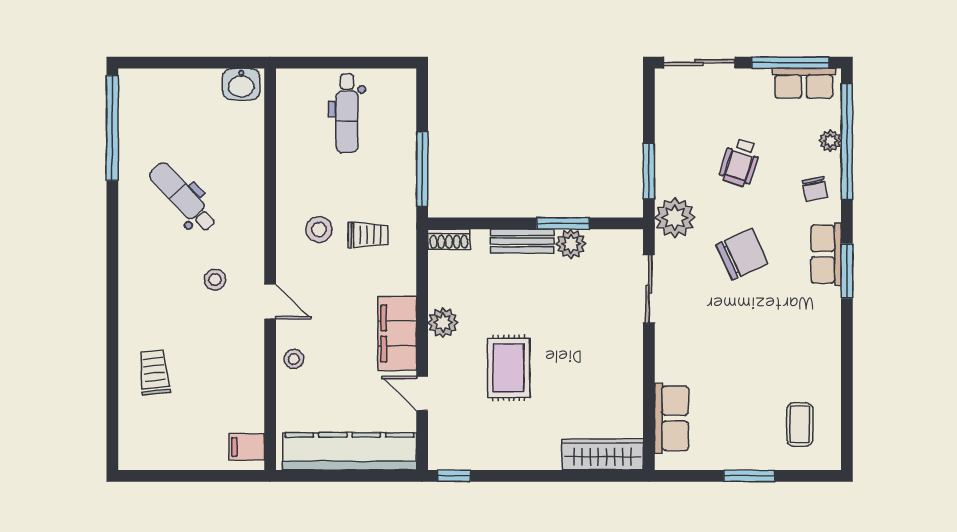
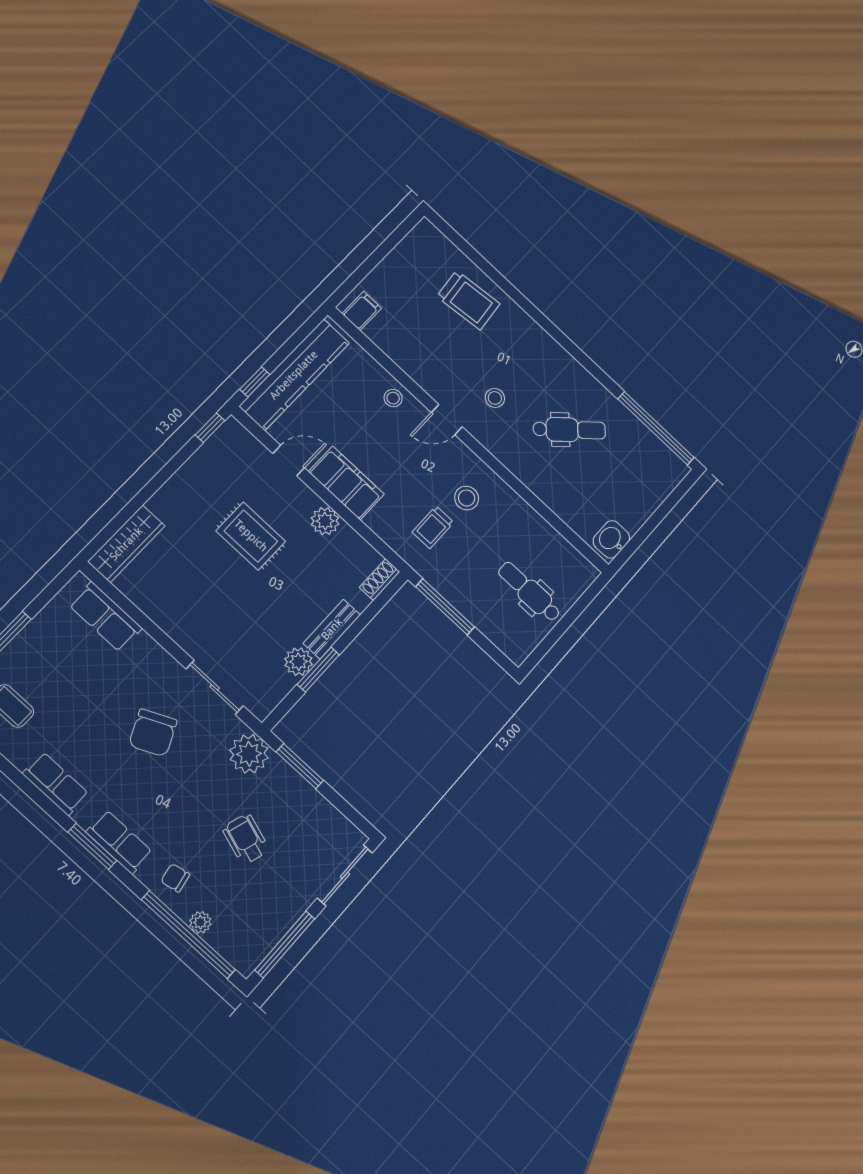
row of seats: (804, 83) -> (56, 784), moved, turned 90
chair: (742, 254) -> (153, 733), moved
trolley: (154, 373) -> (468, 300), width x1.36, depth x1.39
window: (385, 476) -> (255, 382), added

